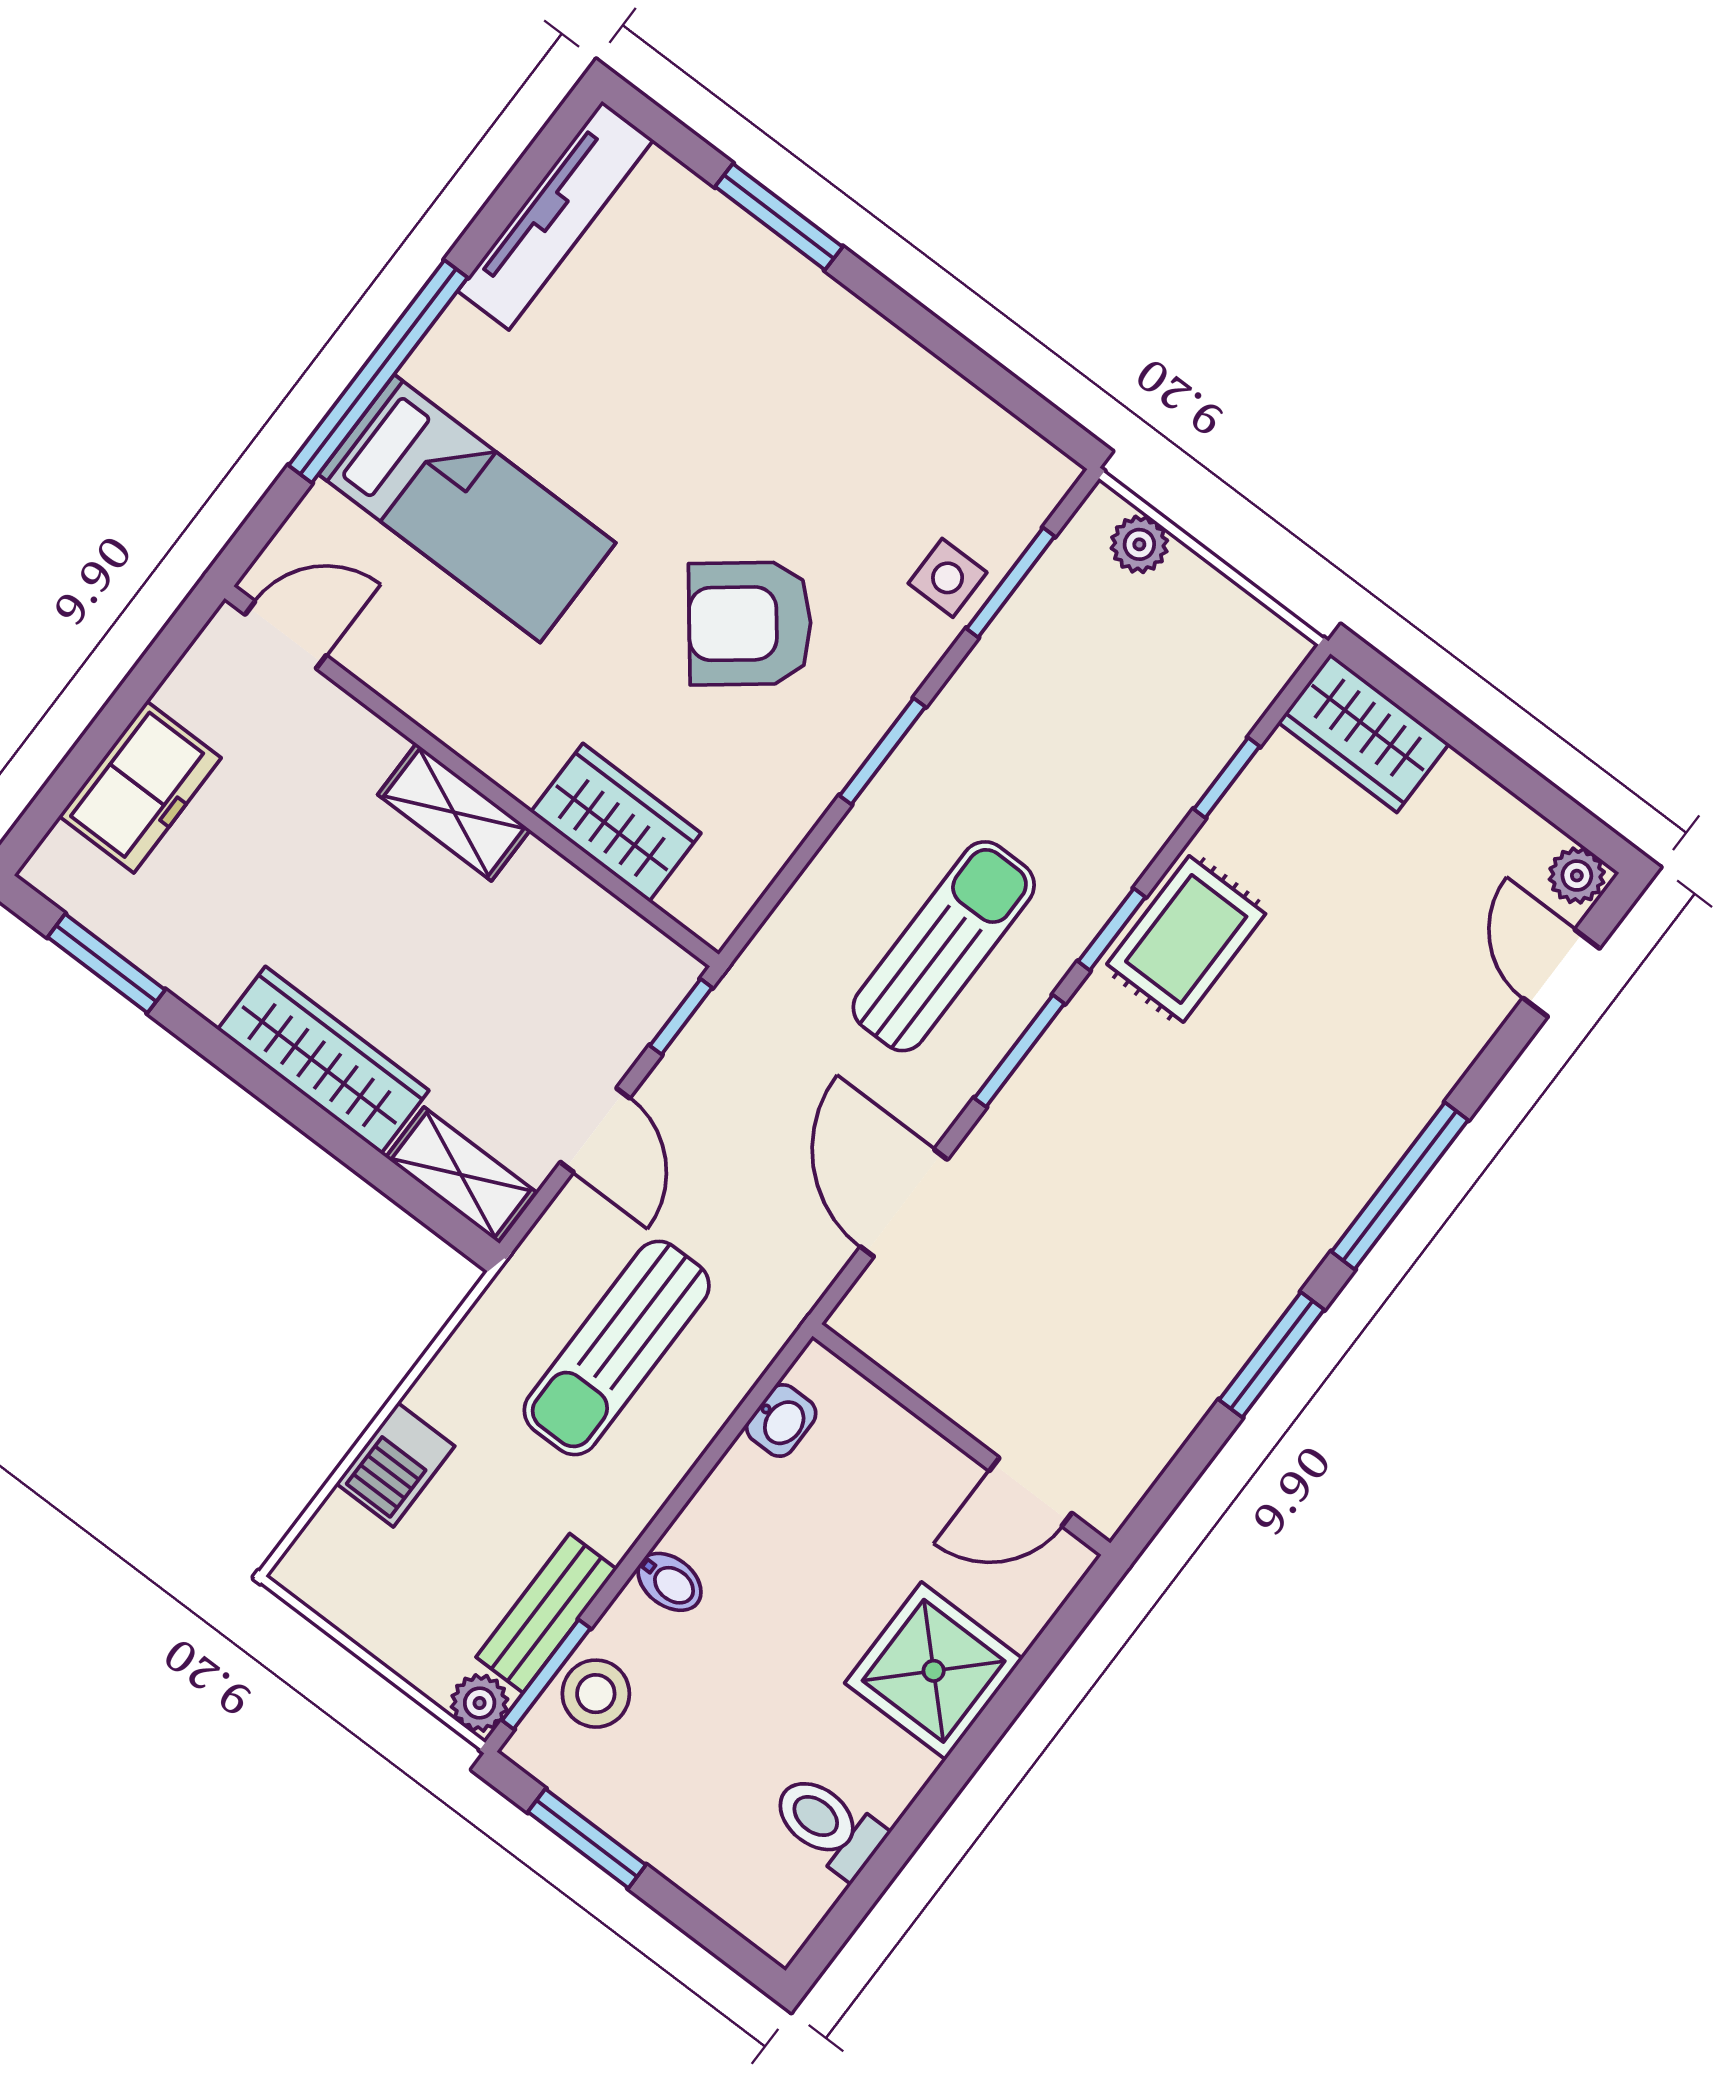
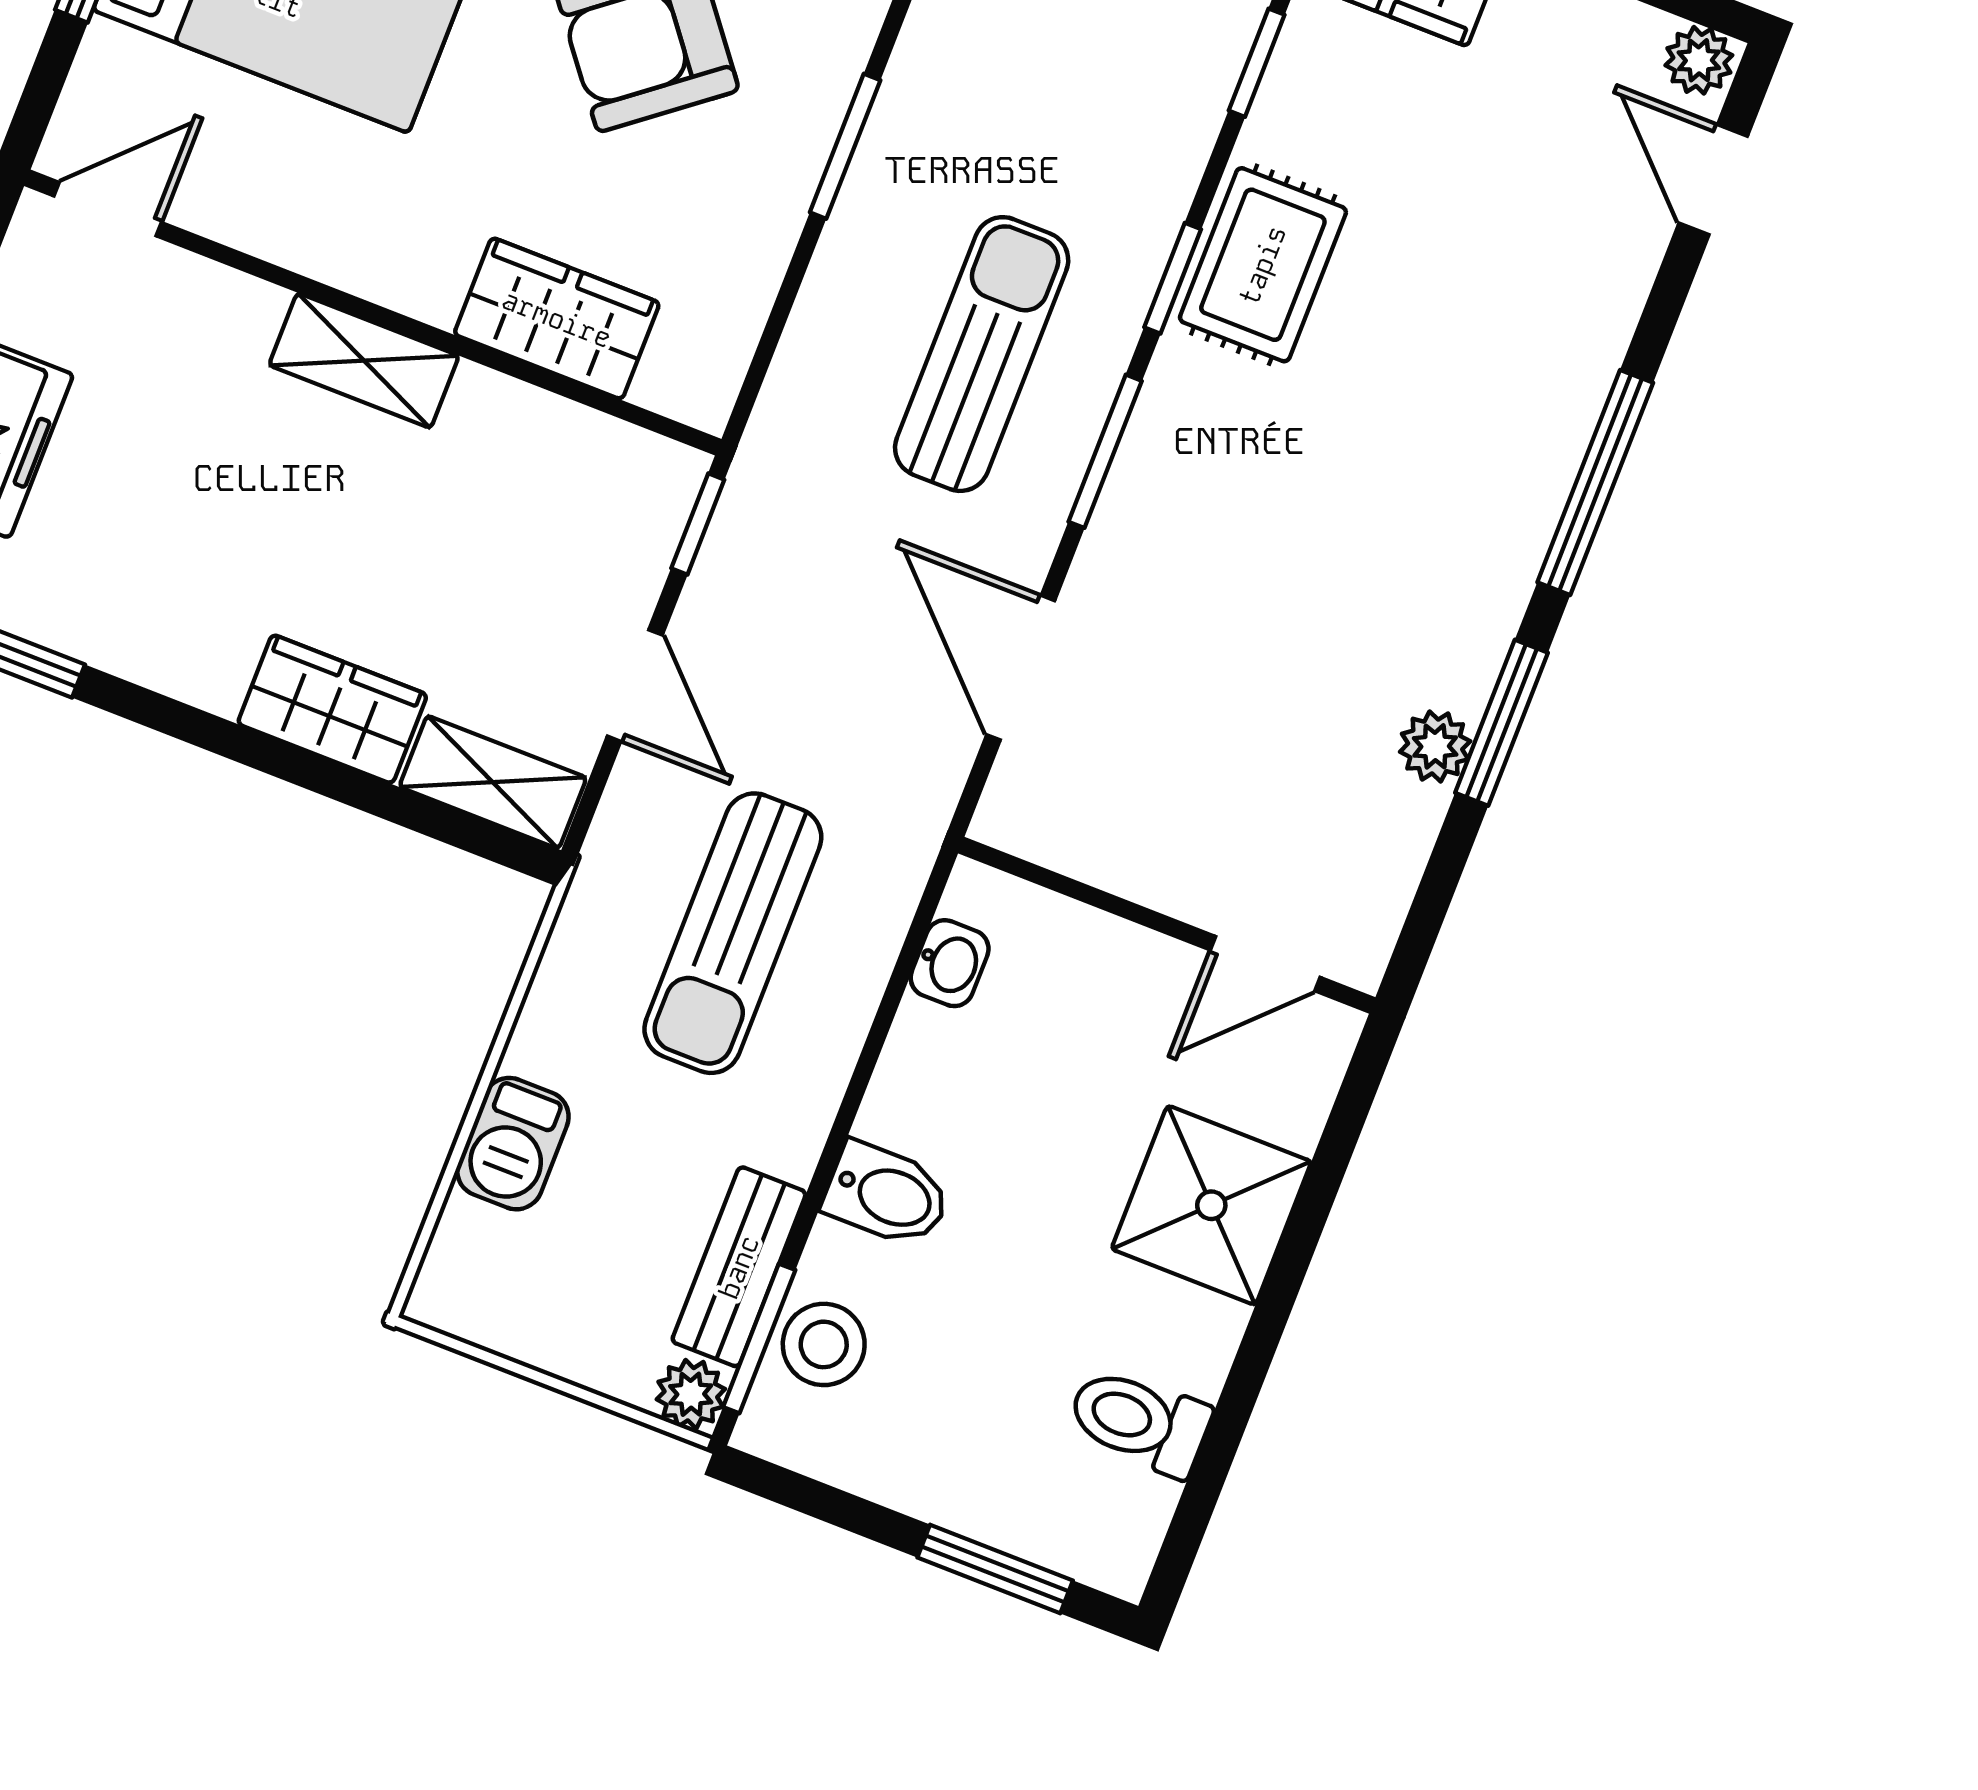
wardrobe: (323, 1060) -> (332, 709), width x0.67
plant: (1214, 1359) -> (1435, 746), added
bidet: (670, 1582) -> (887, 1195), width x1.38, depth x1.36
window: (587, 1838) -> (995, 1569), moved

